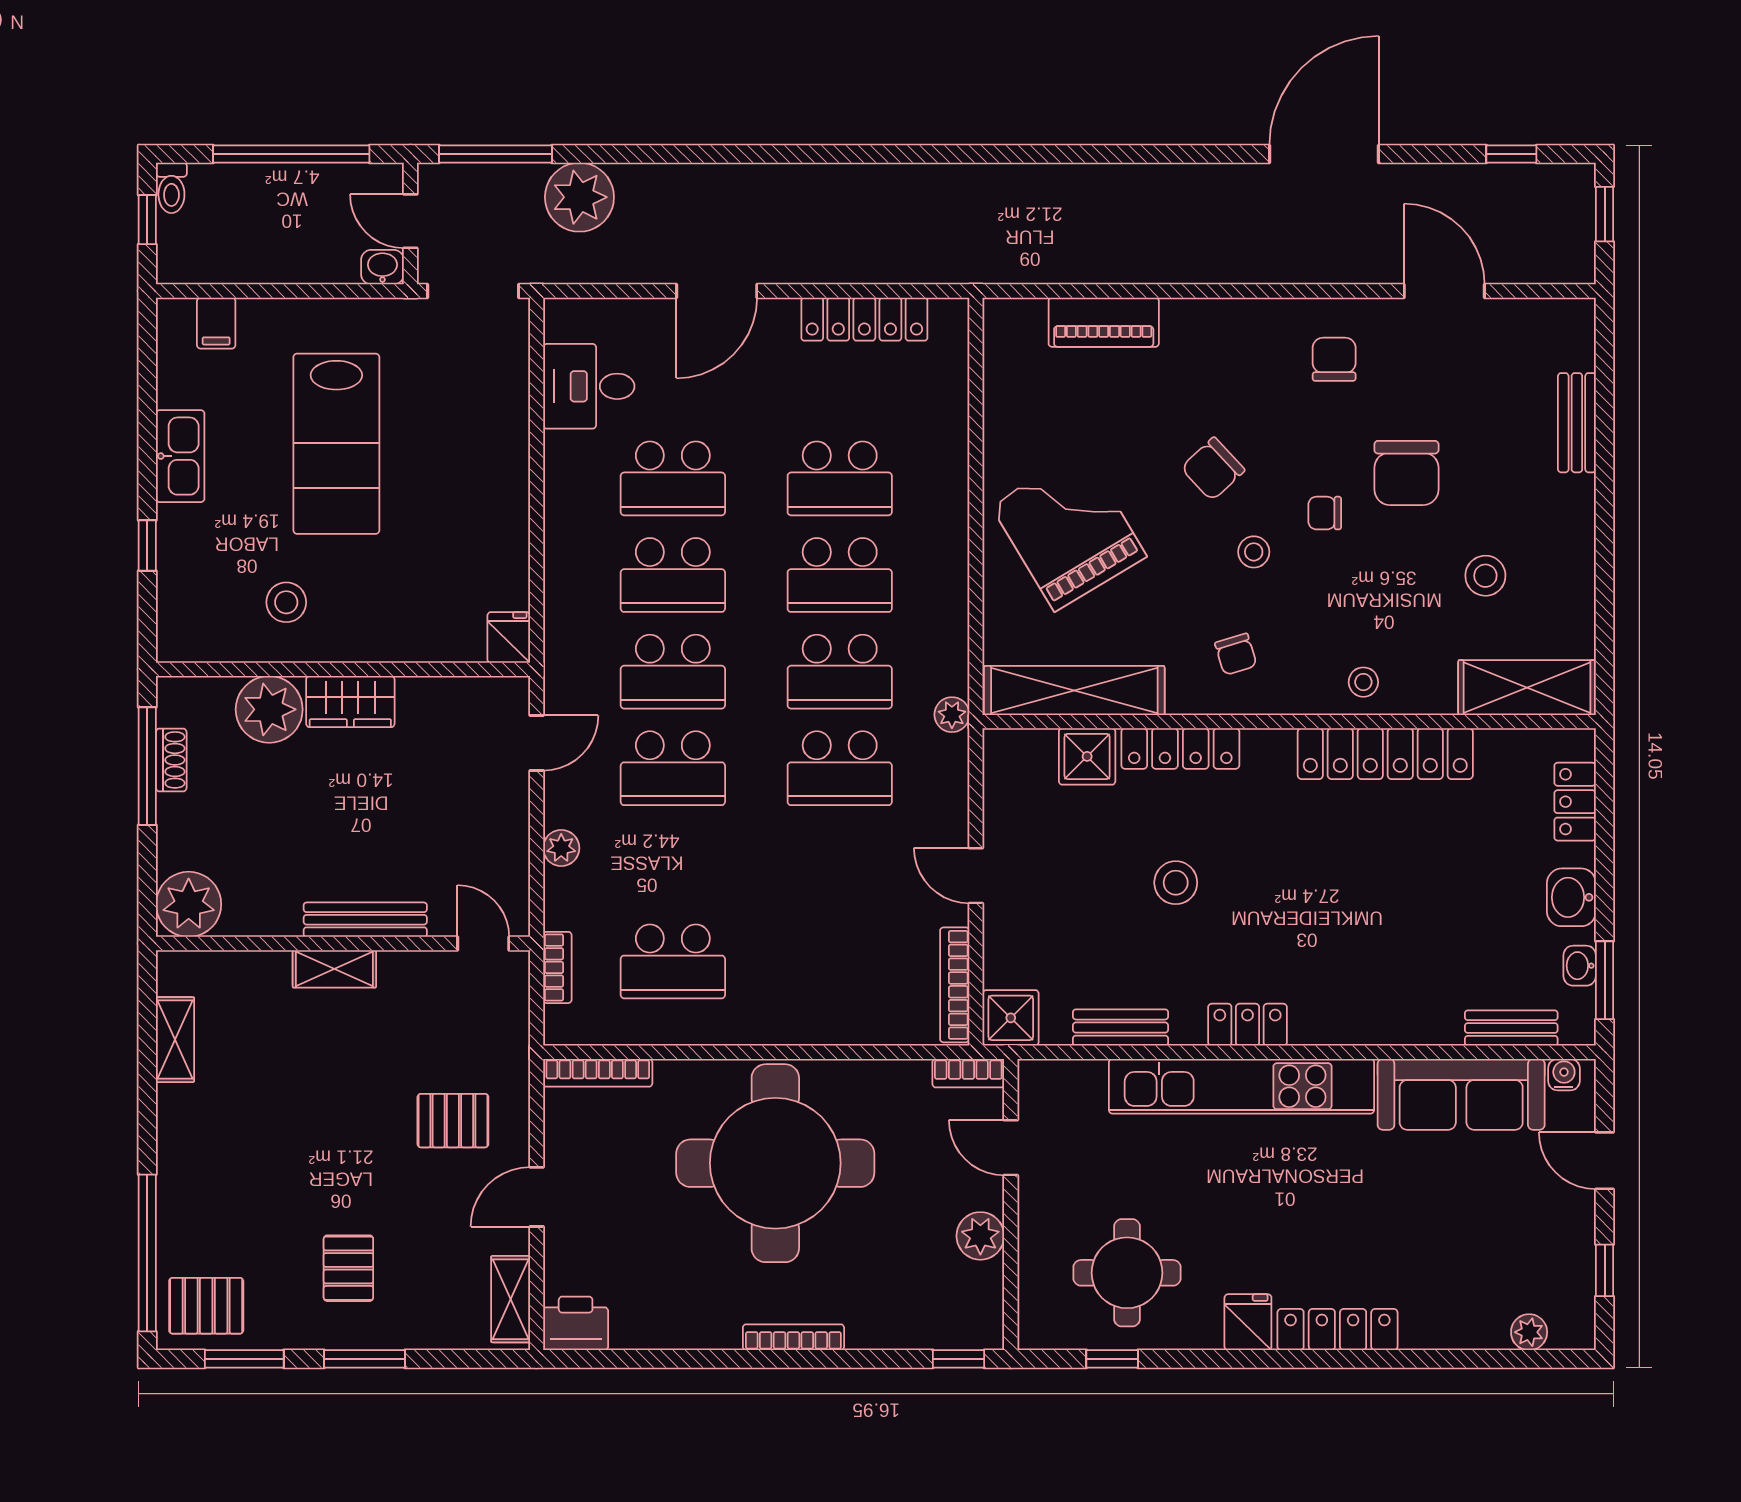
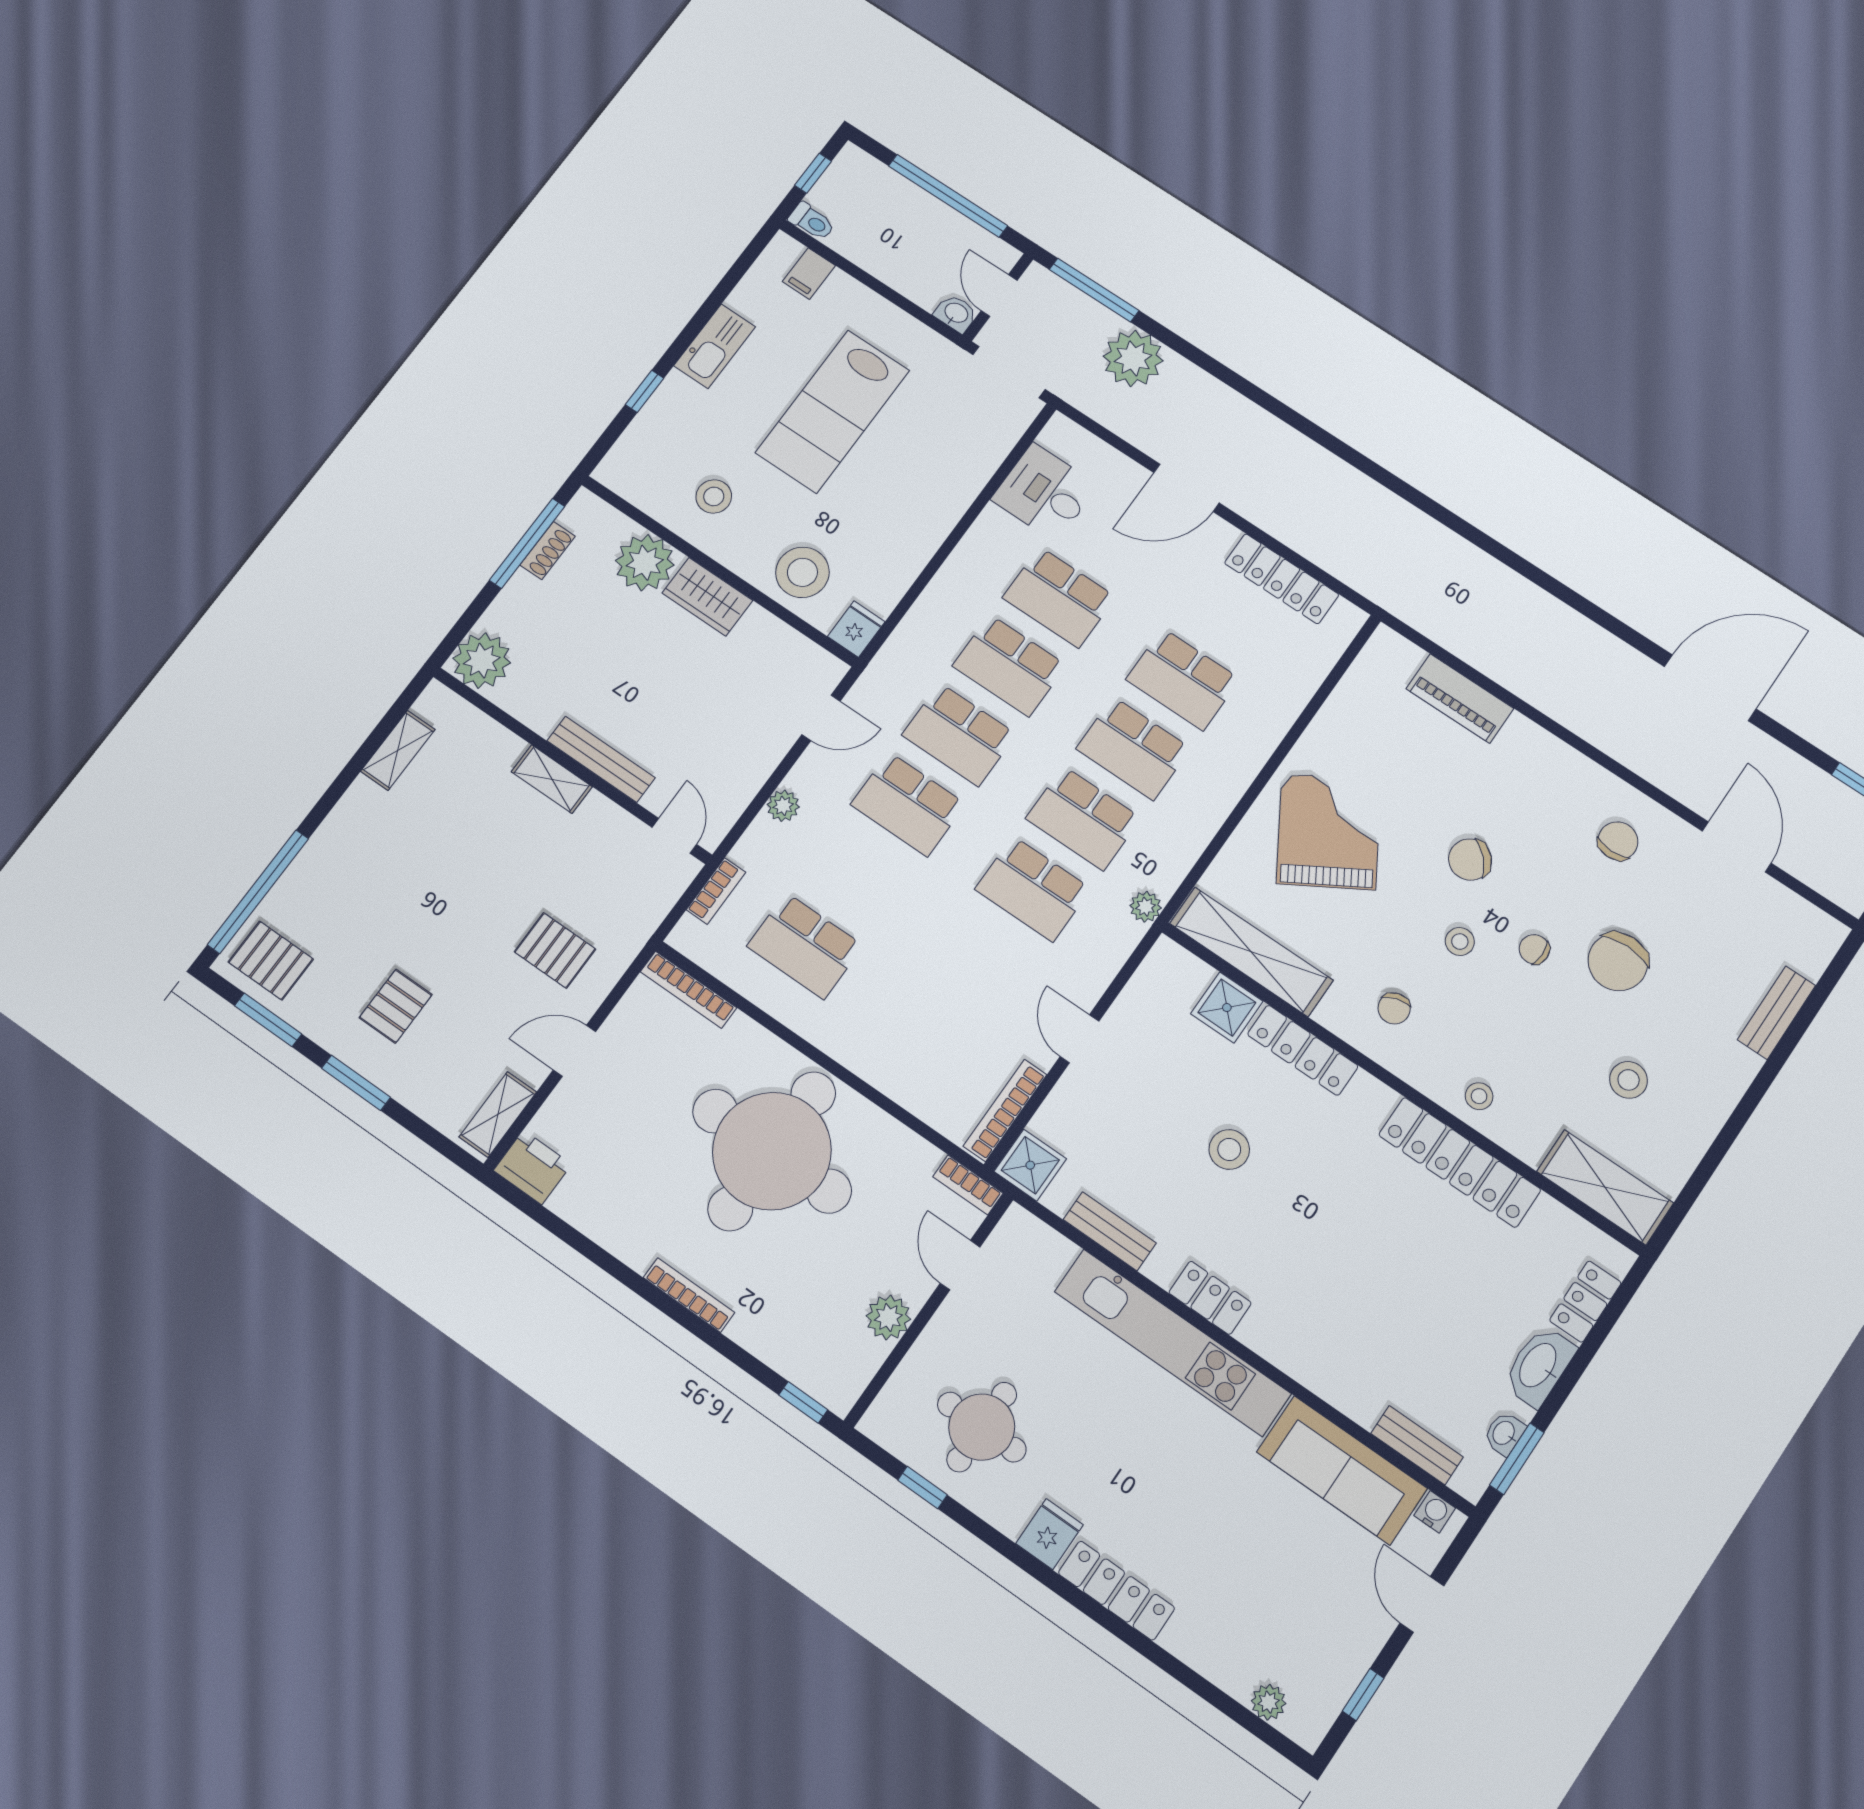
toilet: (171, 188) -> (812, 221), moved, turned -90
stool: (421, 618) -> (802, 572), added
washbasin: (1571, 897) -> (1539, 1366), width x1.38

